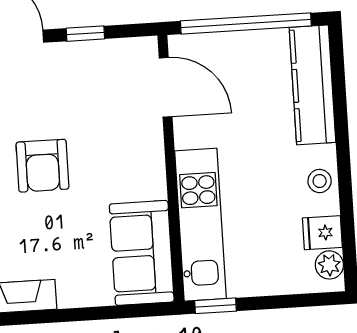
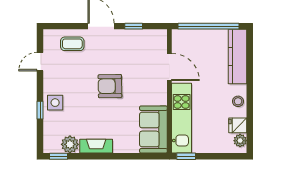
door: (166, 87) -> (169, 67), moved
armchair: (42, 166) -> (110, 86), turned 89

